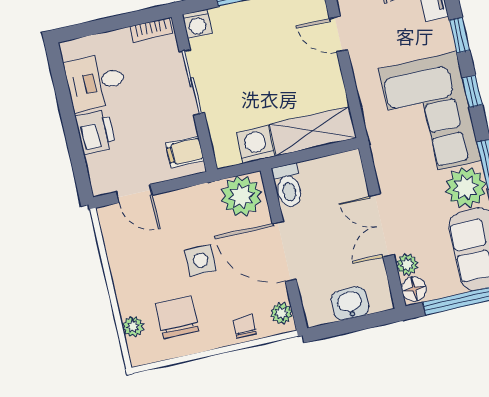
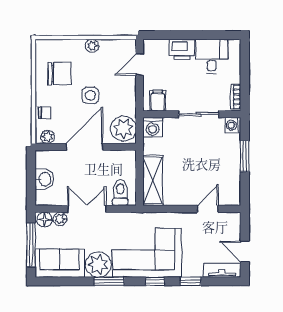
washing machine: (255, 144) -> (153, 127), moved, turned 90
toilet: (288, 186) -> (120, 193), moved, turned 90
plant: (133, 327) -> (92, 46), moved

